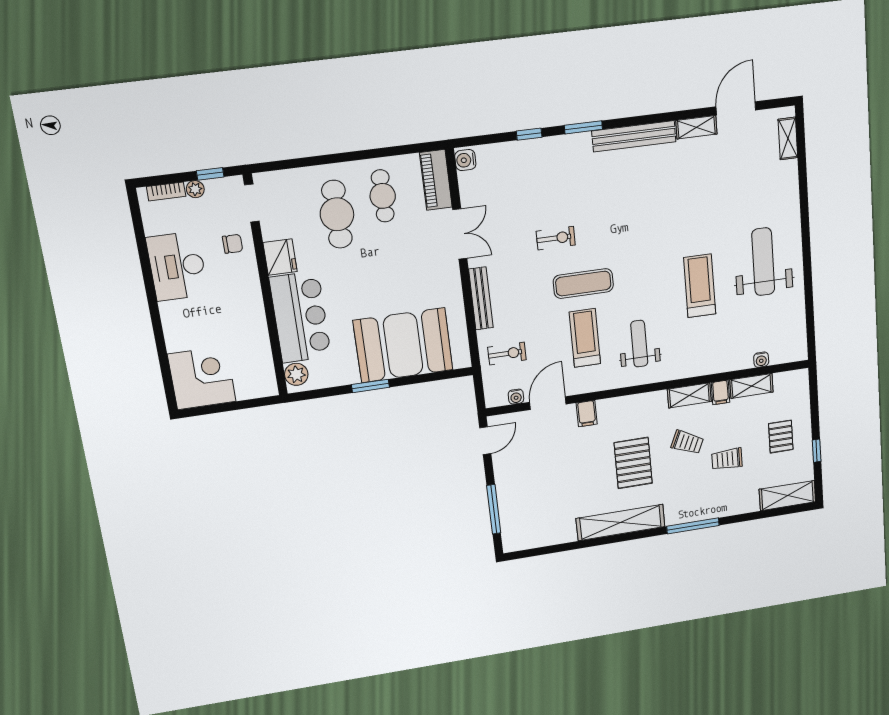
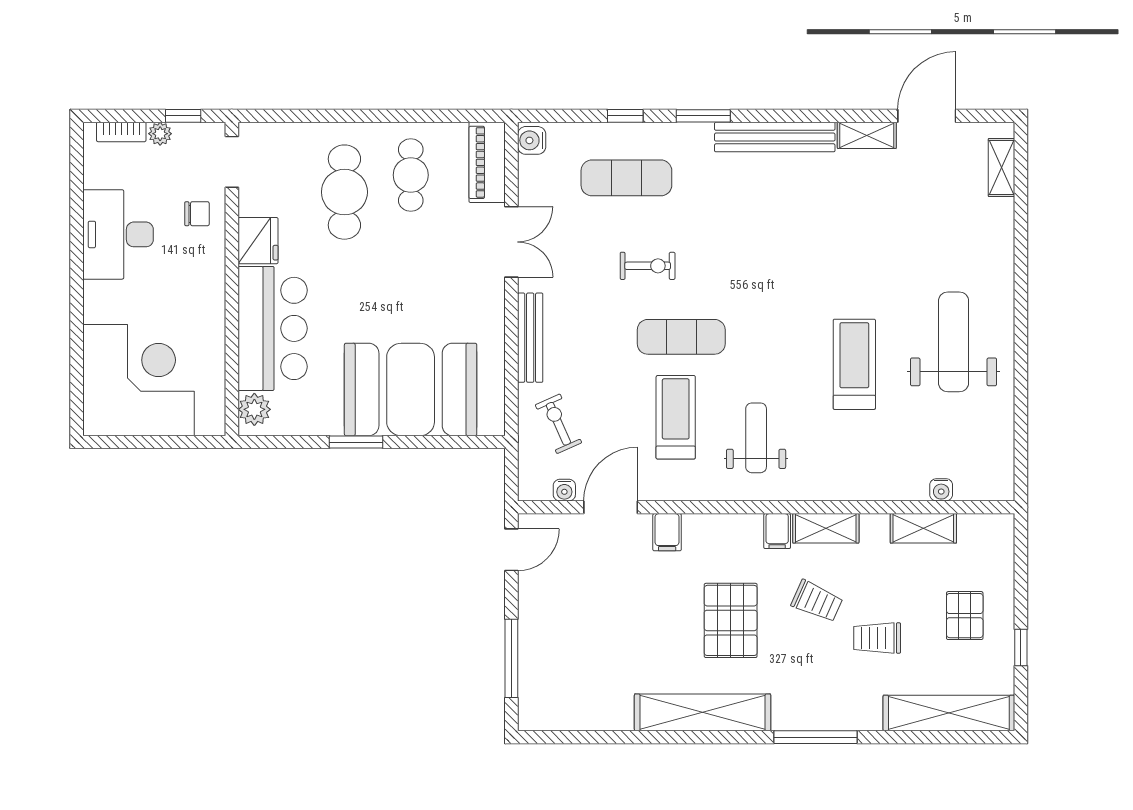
exercise mat: (535, 178) -> (626, 178), added
exercise bike: (507, 354) -> (558, 424), turned -114
corner desk: (202, 378) -> (138, 380), width x1.36, depth x1.36
filing cabinet: (721, 392) -> (777, 531), moved
shelving: (787, 496) -> (949, 713), width x1.47

